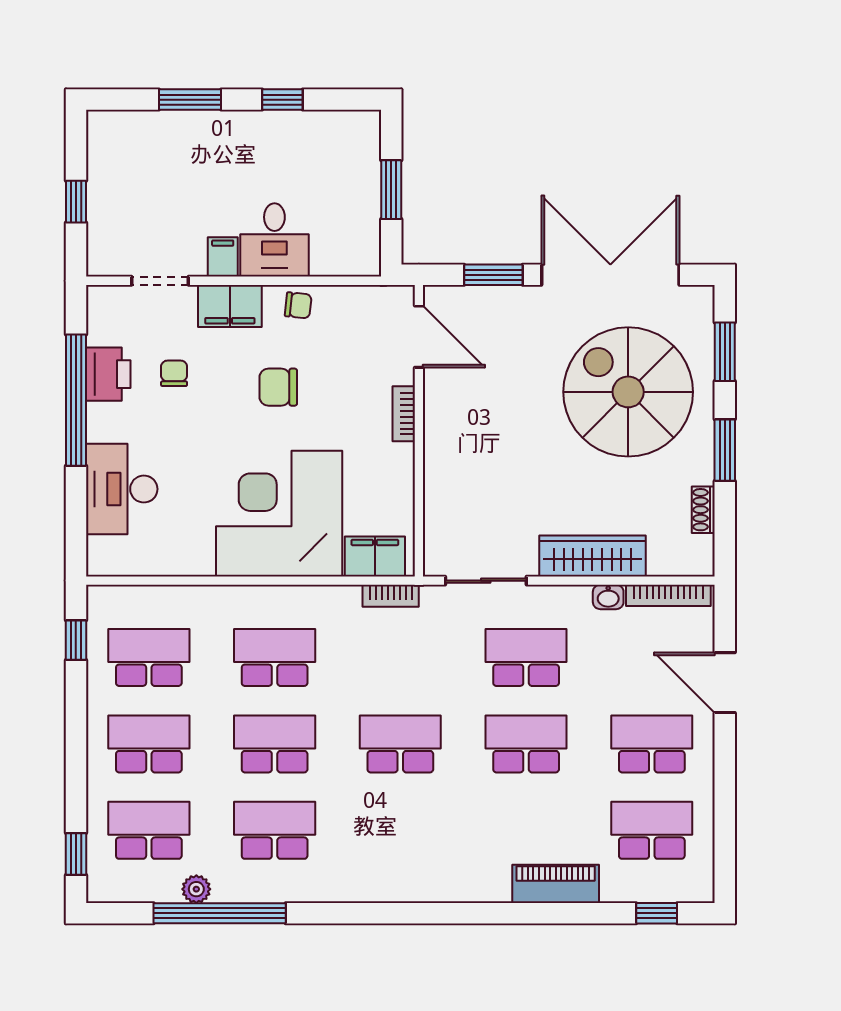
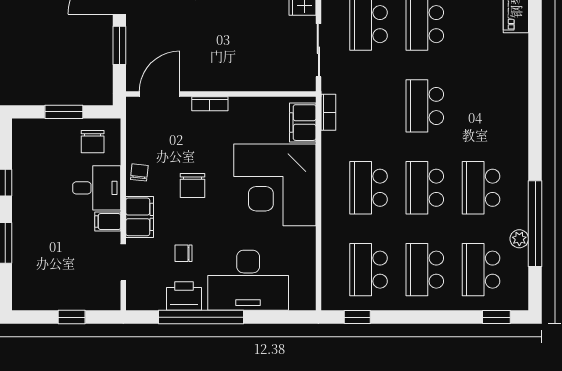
chair: (346, 234) -> (93, 142), added
desk: (122, 489) -> (248, 280), width x1.36, depth x1.30

